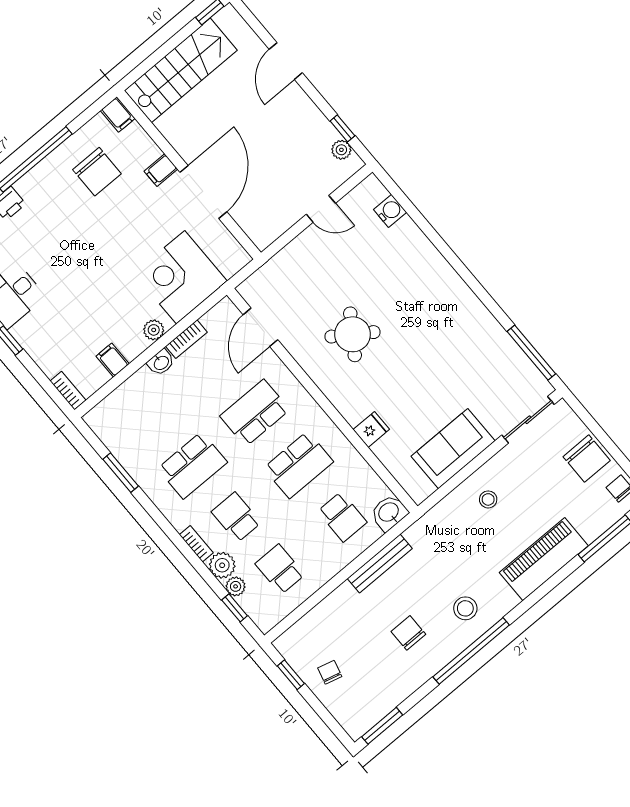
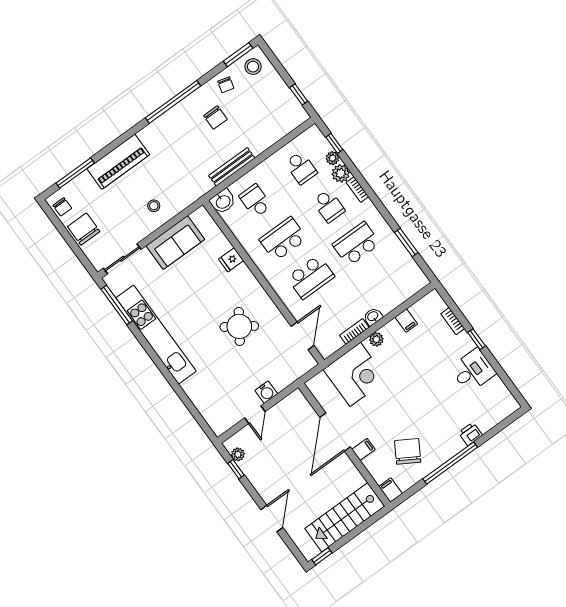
chair: (97, 172) -> (408, 451), turned 31
door: (321, 209) -> (255, 415), swing flipped
water cooler: (390, 211) -> (266, 392), moved, turned -90
kitchen unit: (472, 314) -> (156, 335), added
bookcase: (68, 391) -> (453, 321), moved
stool: (465, 608) -> (253, 67), moved
chair: (330, 672) -> (226, 85), moved

